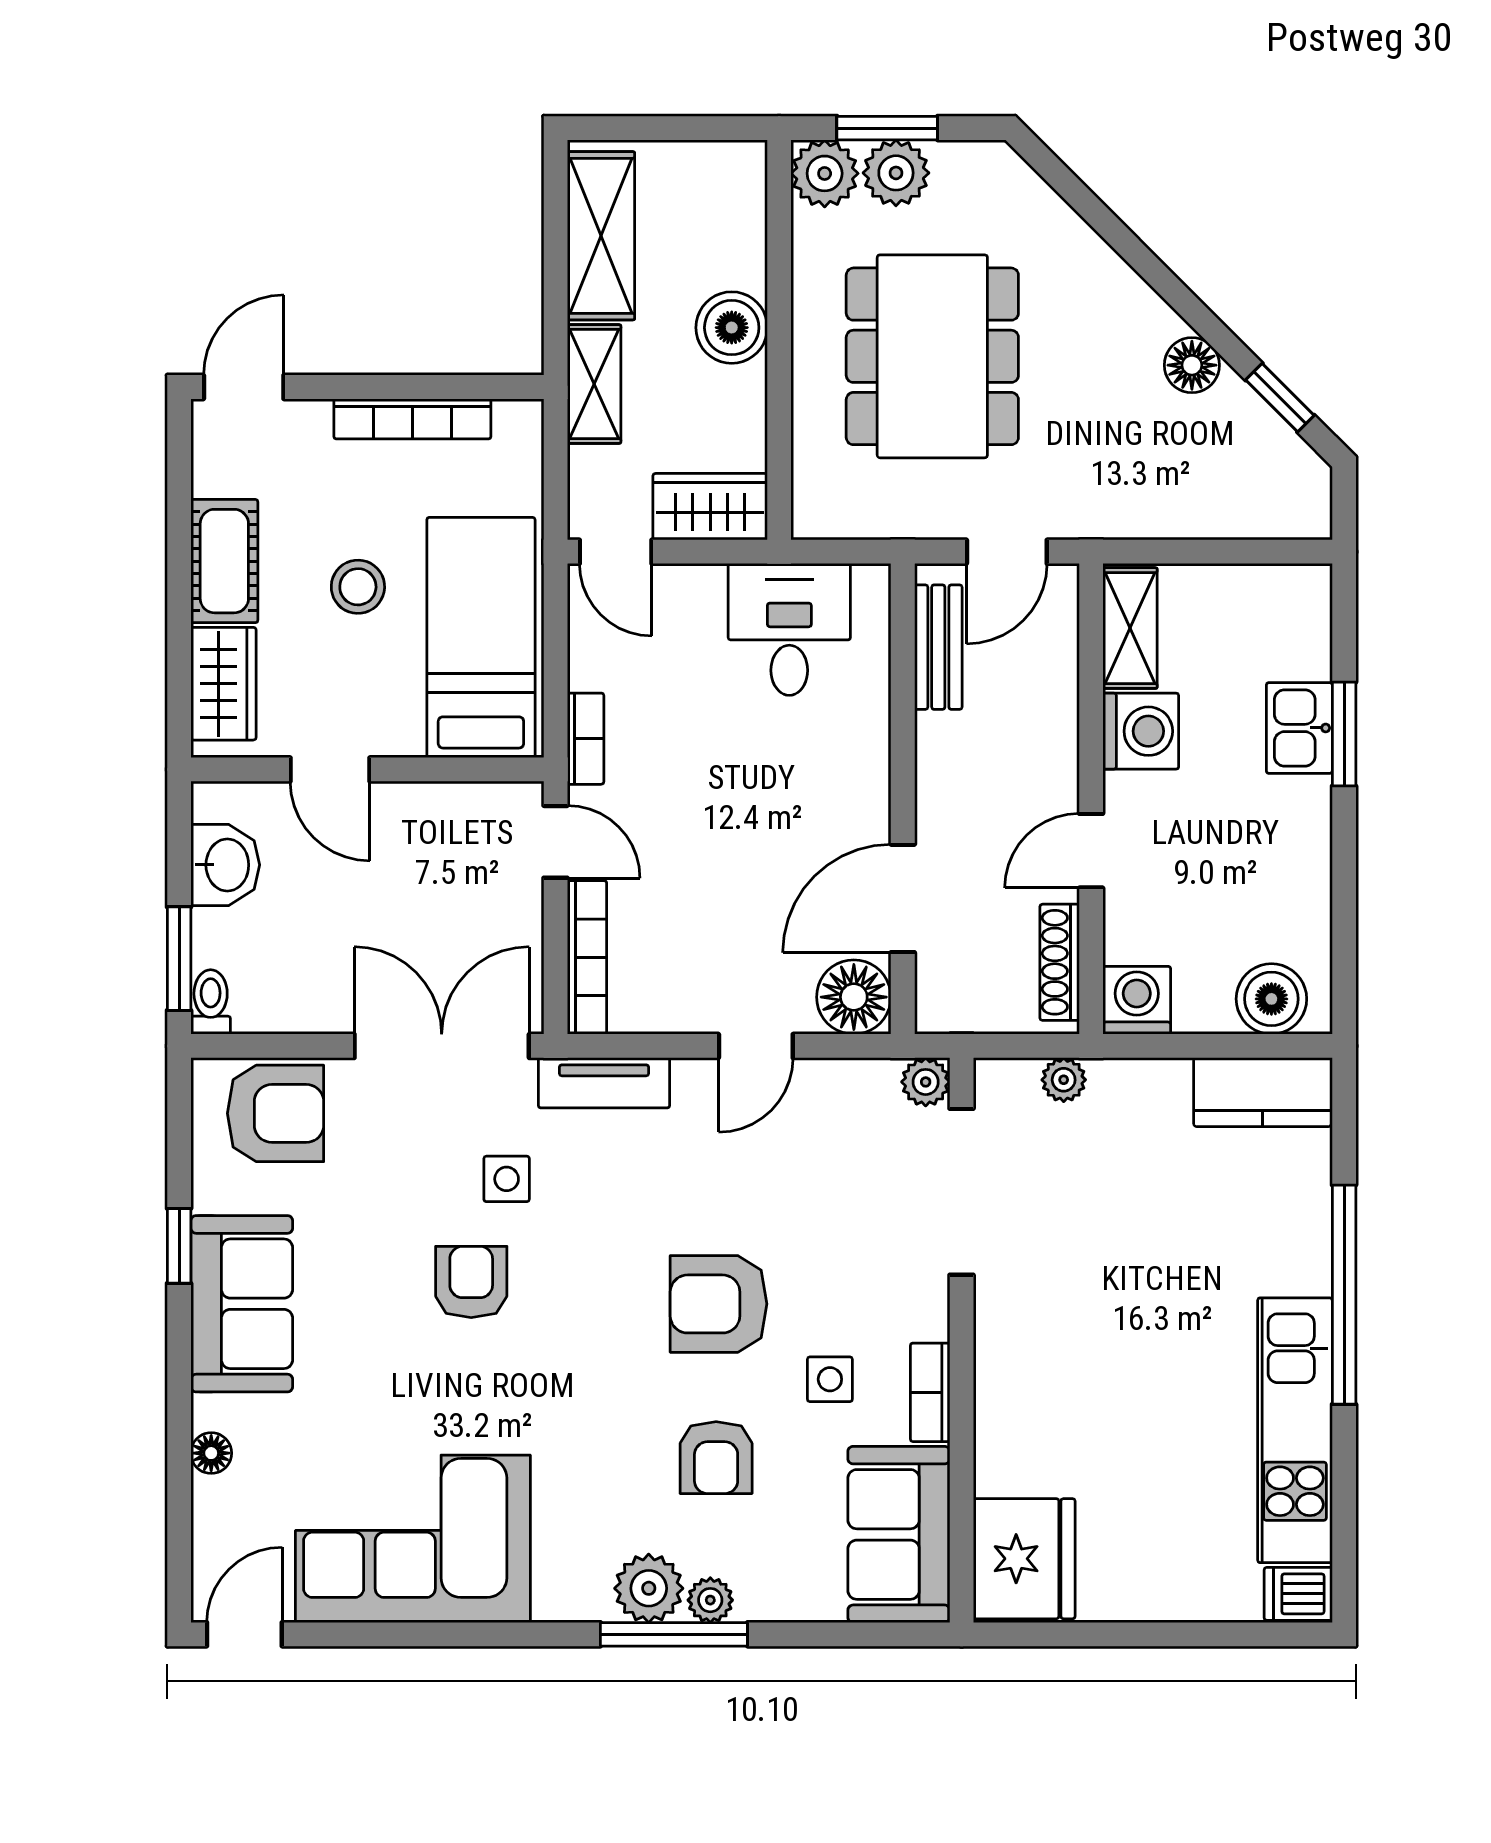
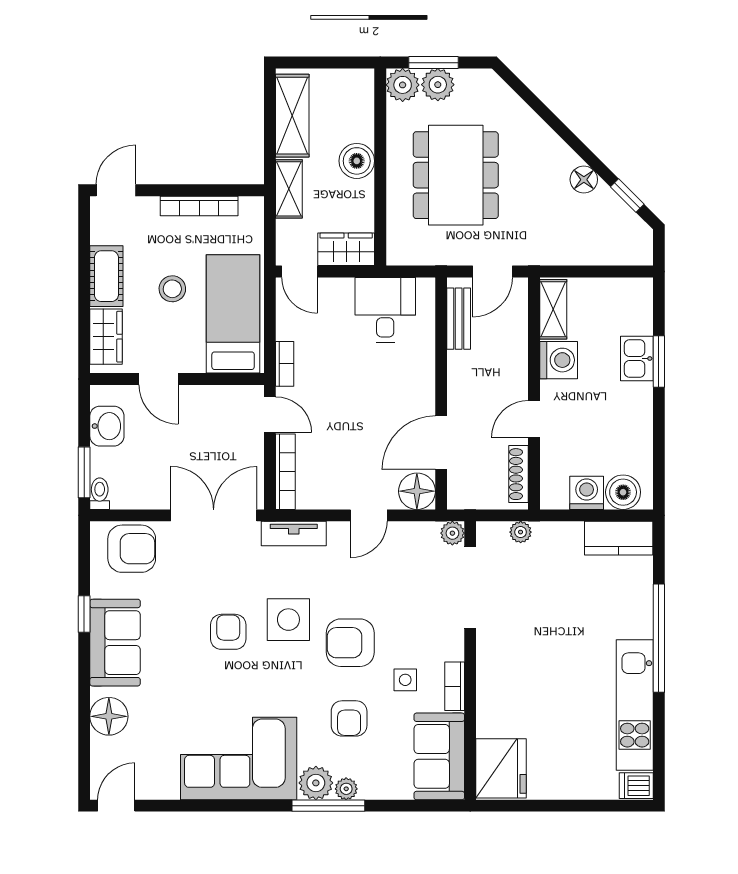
washing machine: (1137, 1000) -> (587, 493), moved
side table: (507, 1179) -> (288, 620), moved, width x1.87, depth x1.87
floor lamp: (211, 1453) -> (109, 716), width x1.89, depth x1.89
corner sofa: (413, 1539) -> (239, 759), moved

